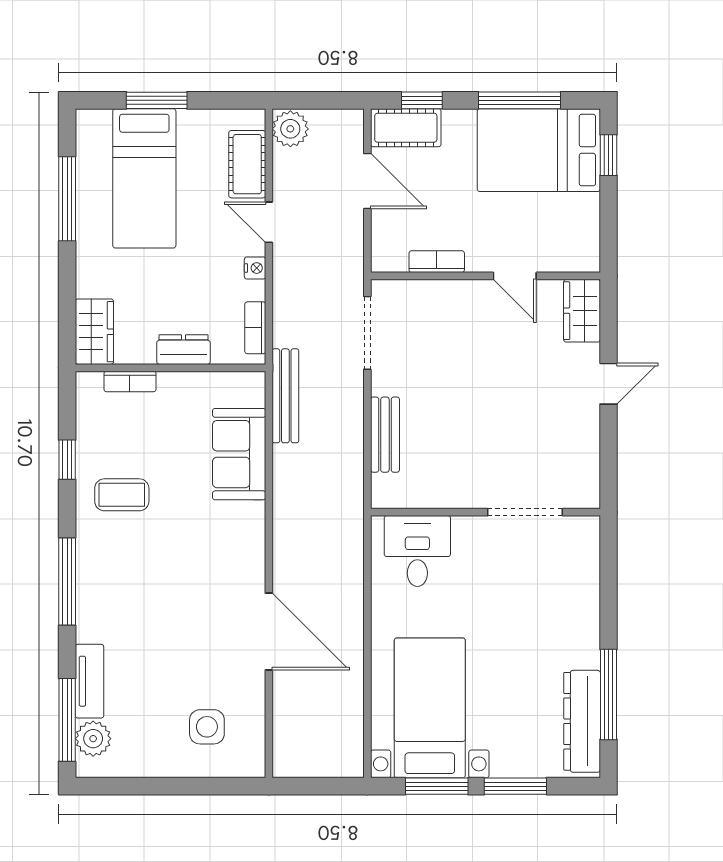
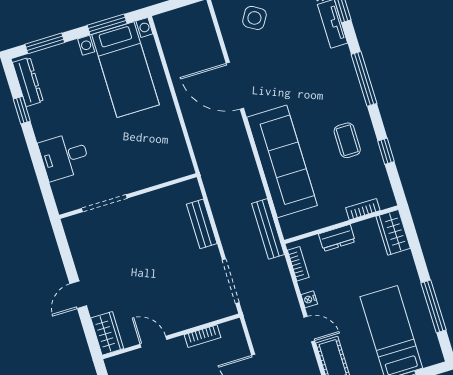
sofa: (239, 454) -> (282, 161), width x1.85, depth x1.27
coffee table: (122, 495) -> (347, 140), turned 90
desk: (417, 551) -> (64, 156), moved, turned 90
window: (608, 694) -> (22, 110), width x0.46
dresser: (582, 721) -> (28, 82), width x0.73, depth x0.80
side table: (207, 727) -> (254, 18), turned 31
window: (515, 786) -> (45, 43), moved

